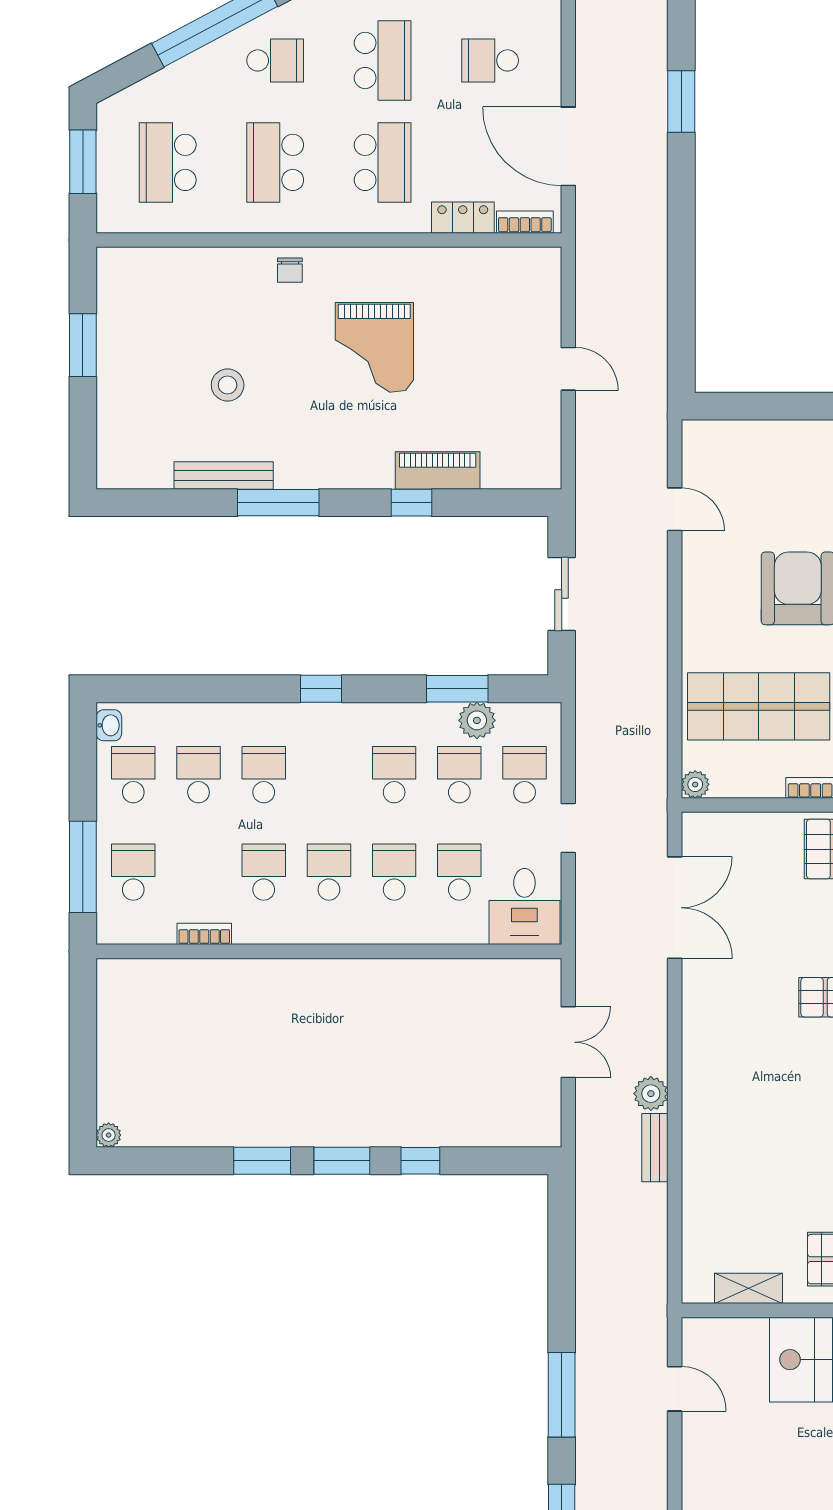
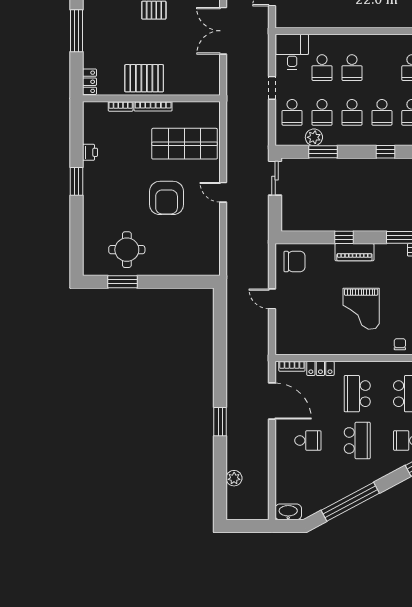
school desk: (383, 60) -> (357, 440), turned 180
grand piano: (374, 347) -> (361, 309), turned 180
chair: (519, 450) -> (295, 261), added
piano: (438, 470) -> (354, 252), moved
door: (675, 509) -> (223, 192), moved
sliding door: (562, 594) -> (275, 178), moved
plant: (695, 784) -> (214, 108), removed
school desk: (329, 872) -> (382, 112), moved
double door: (675, 908) -> (223, 31), moved

